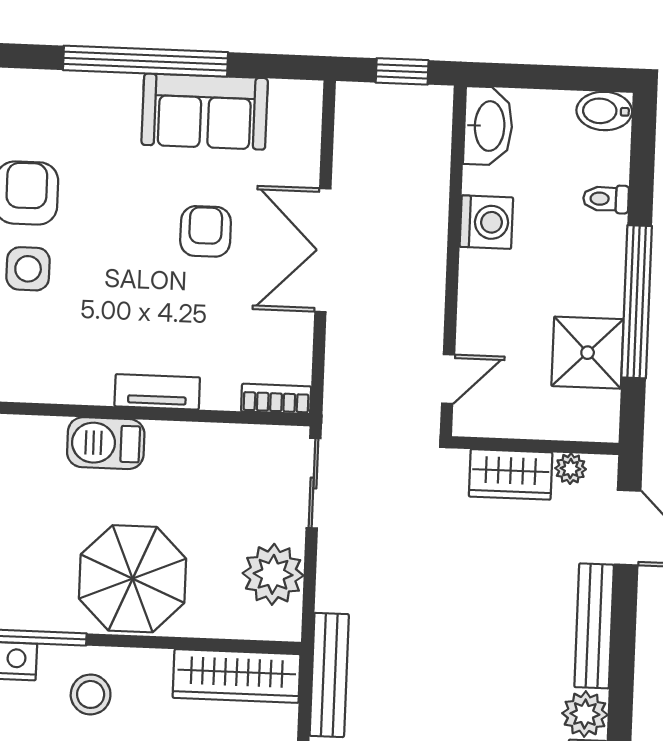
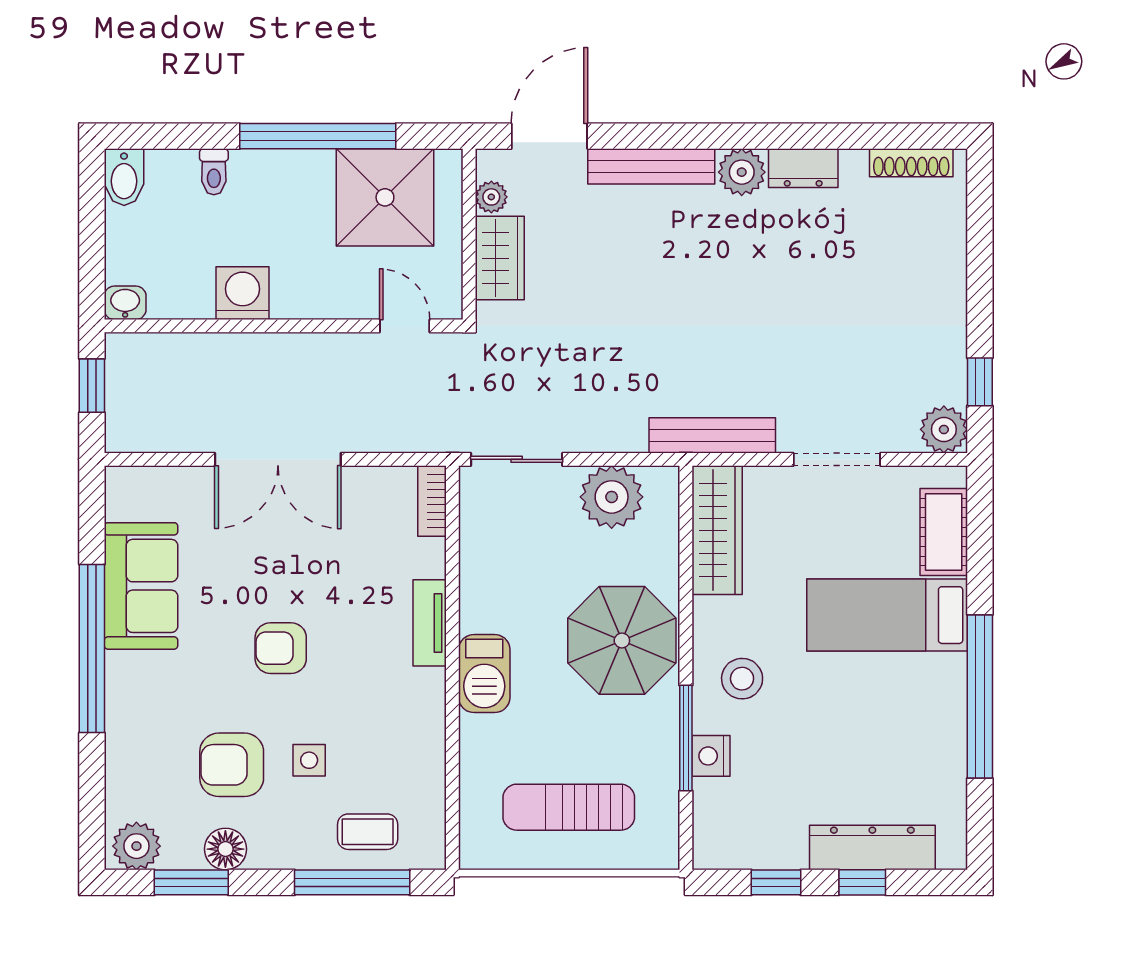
washbasin: (488, 126) -> (125, 303), width x0.52, depth x0.69
armchair: (206, 231) -> (281, 648), moved
side table: (28, 269) -> (309, 760), width x0.73, depth x0.73
shower: (588, 353) -> (385, 197), width x1.37, depth x1.37

